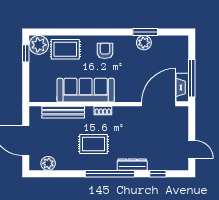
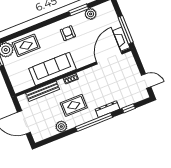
plant: (144, 43) -> (91, 14), moved
armchair: (105, 51) -> (68, 33), moved
plant: (48, 163) -> (61, 127), moved

